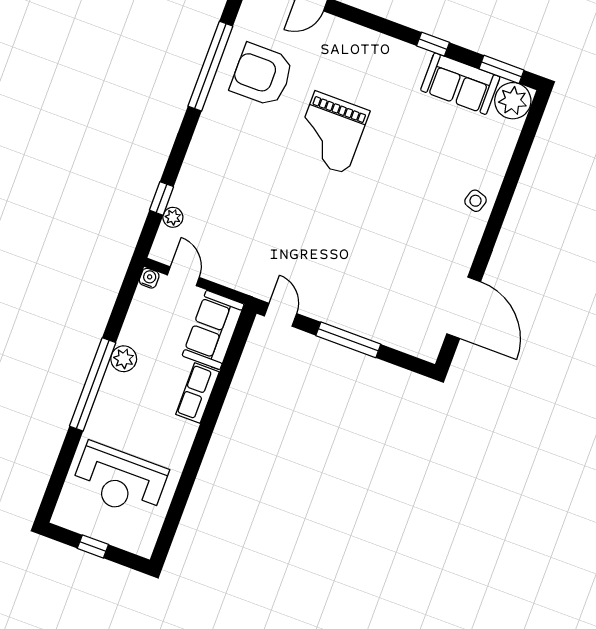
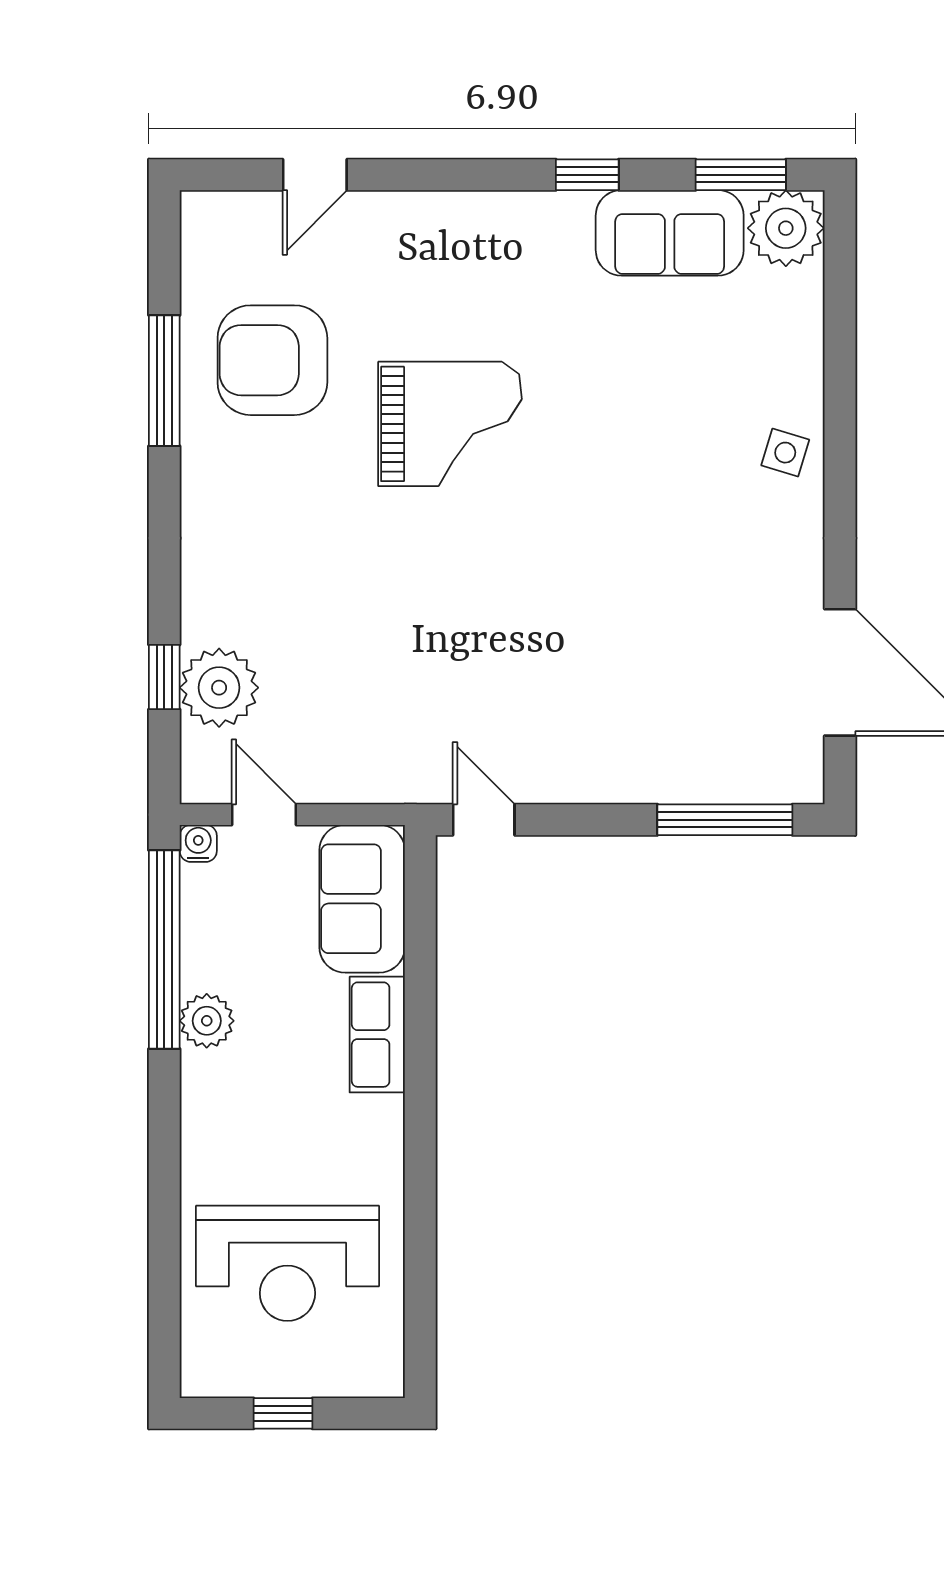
window: (210, 66) -> (164, 381), width x0.68
grand piano: (331, 133) -> (450, 424), turned -90
plant: (173, 217) -> (219, 688), width x1.88, depth x1.88
window: (348, 340) -> (725, 820), moved
window: (93, 384) -> (164, 949), moved

